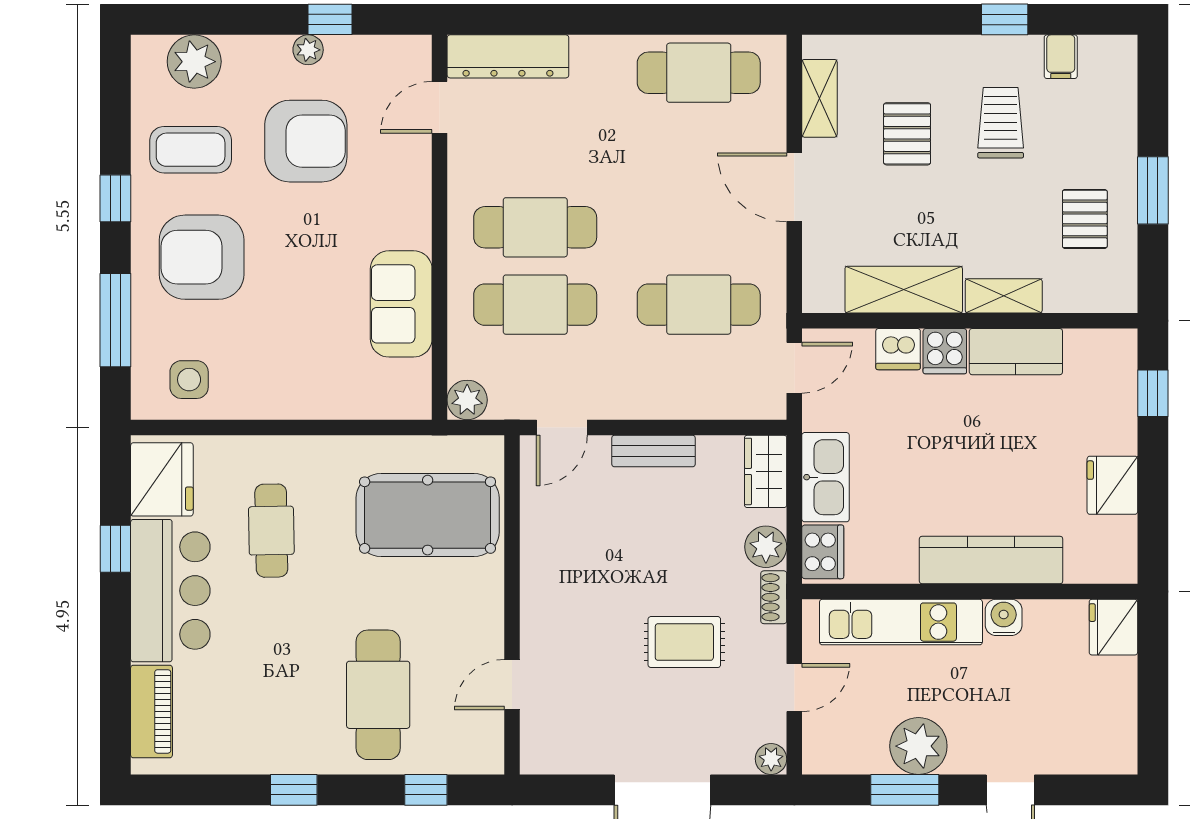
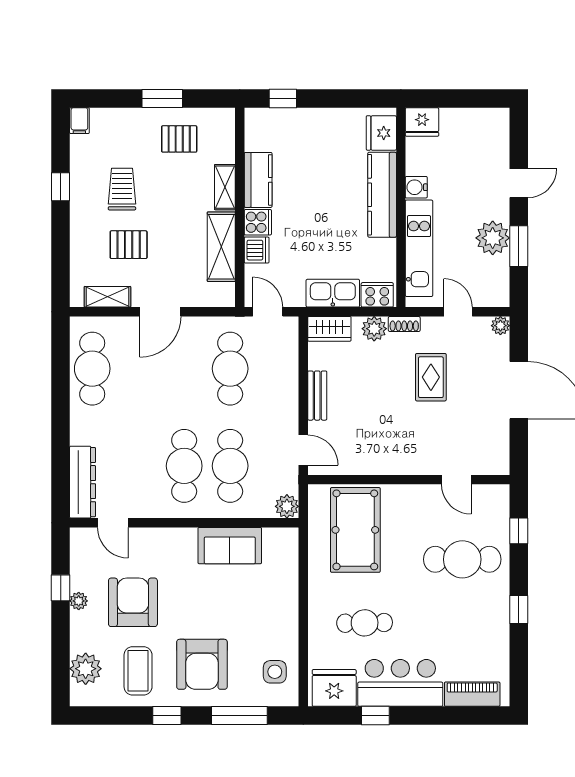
filing cabinet: (1061, 57) -> (79, 121), moved, turned 90
trolley: (1001, 123) -> (122, 189), turned 90
fridge: (1112, 485) -> (381, 133), moved, turned 90

